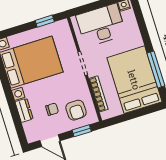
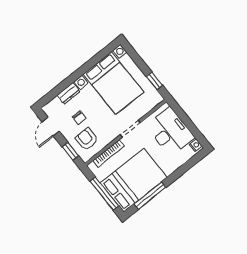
armchair: (76, 110) -> (87, 139), turned 91
window: (136, 114) -> (104, 194), added

